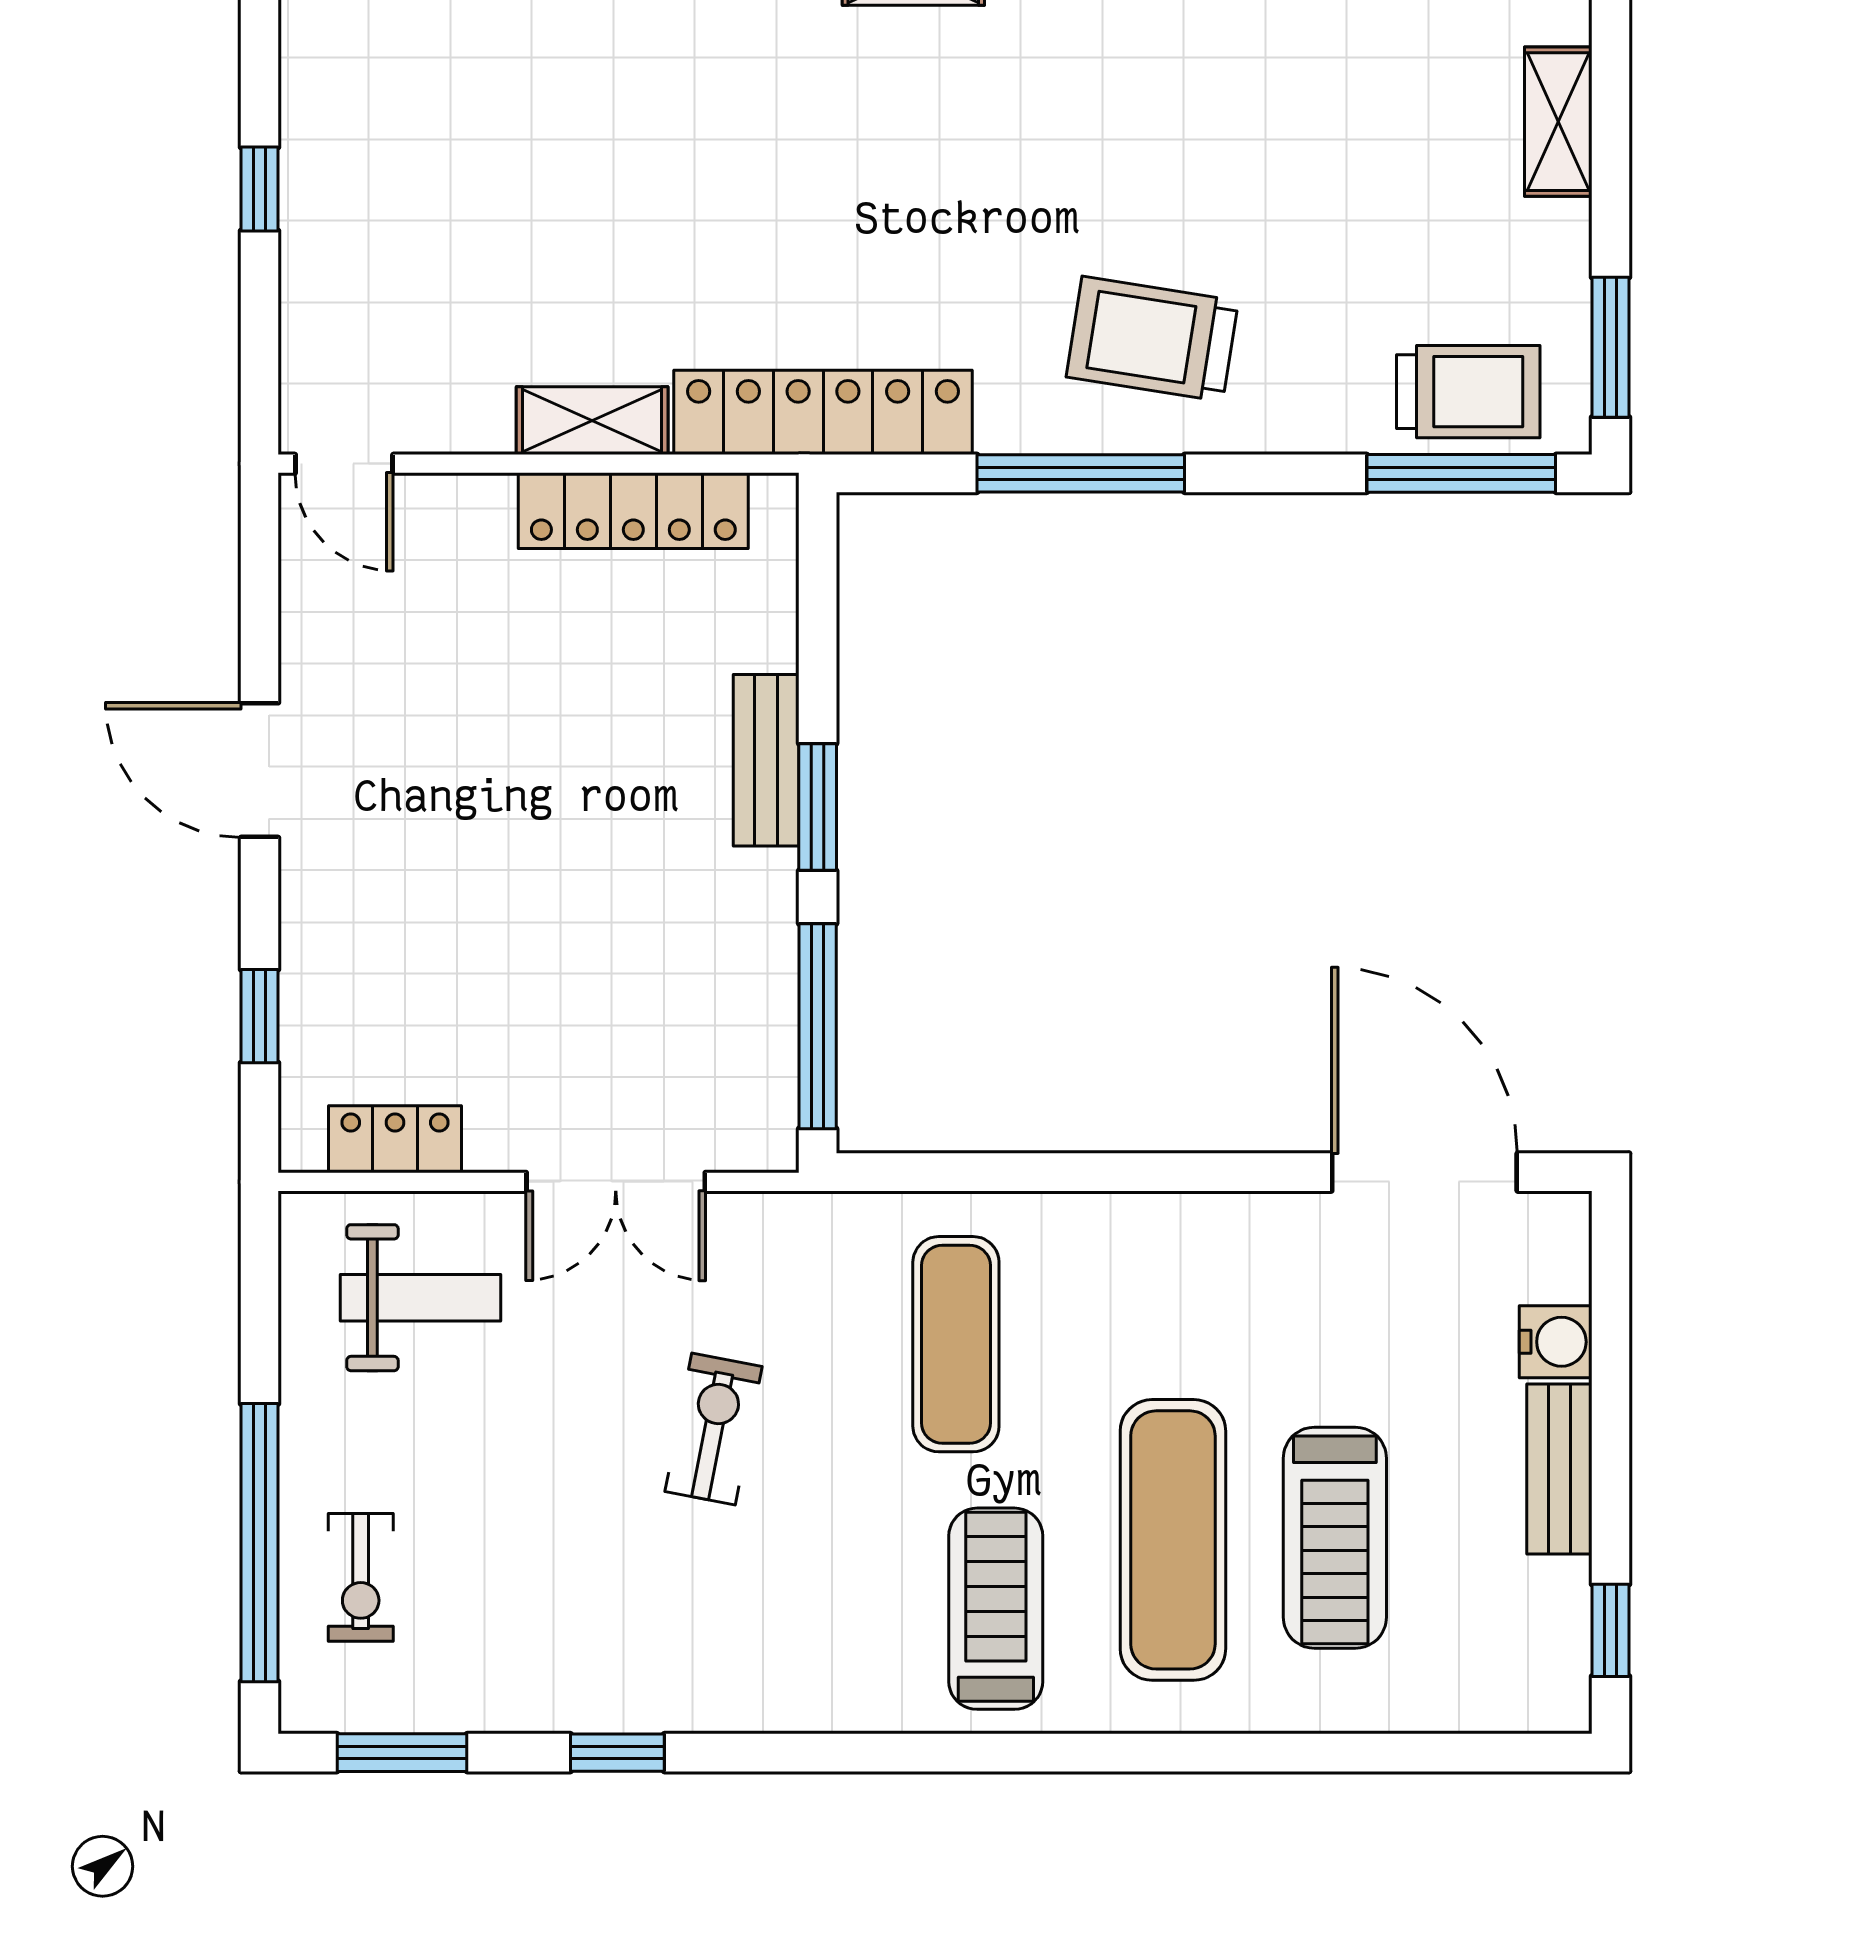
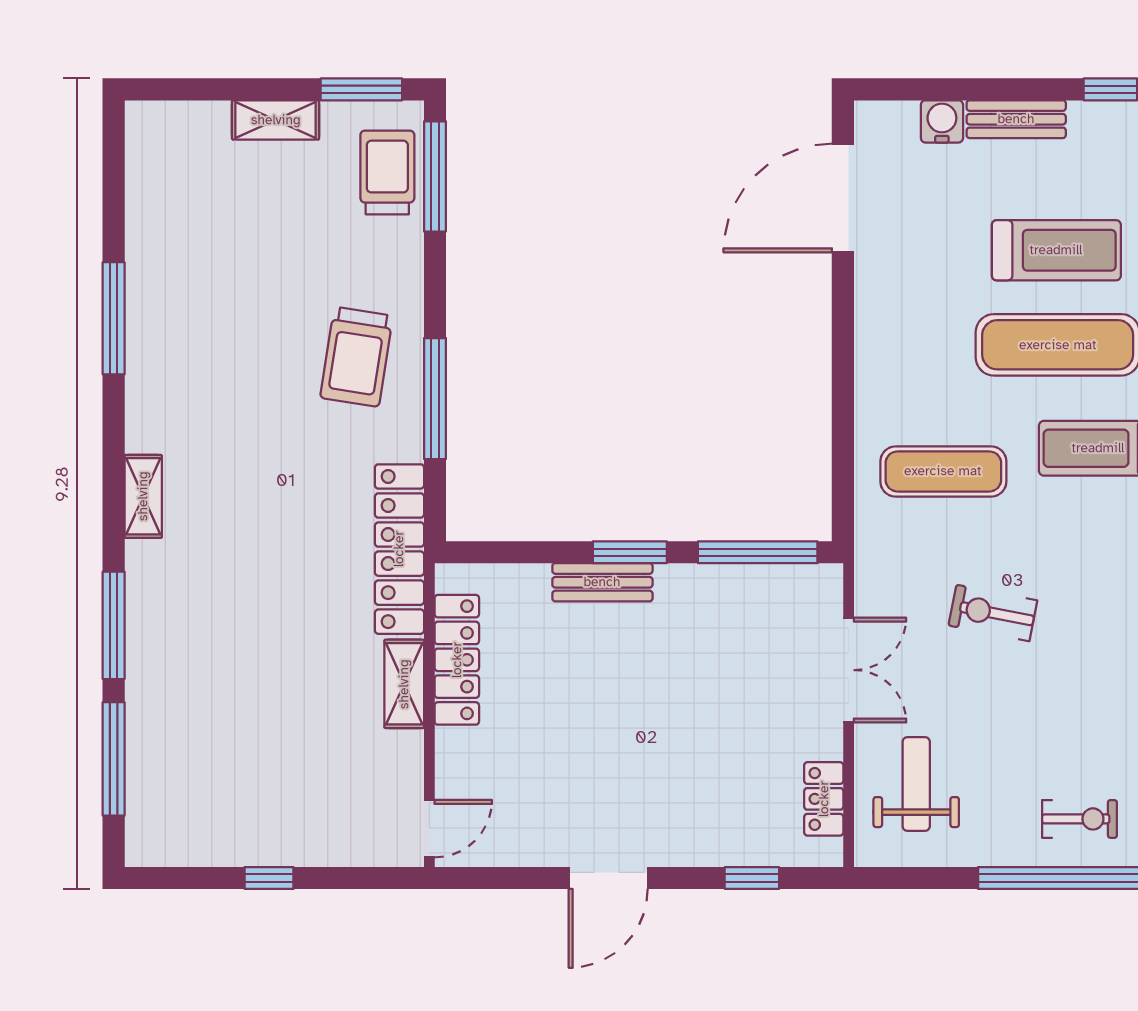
shelving: (1558, 122) -> (276, 120), moved

